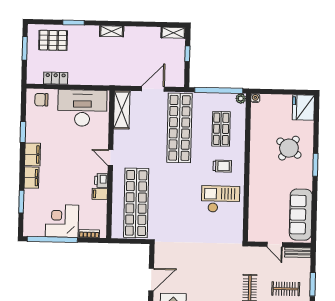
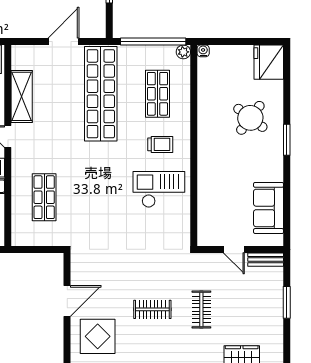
shelving: (122, 110) -> (22, 96), moved
shop shelf: (136, 203) -> (44, 197), width x0.50, depth x0.74
sofa: (301, 215) -> (269, 208), width x0.73
clothes rail: (286, 289) -> (152, 309), moved

